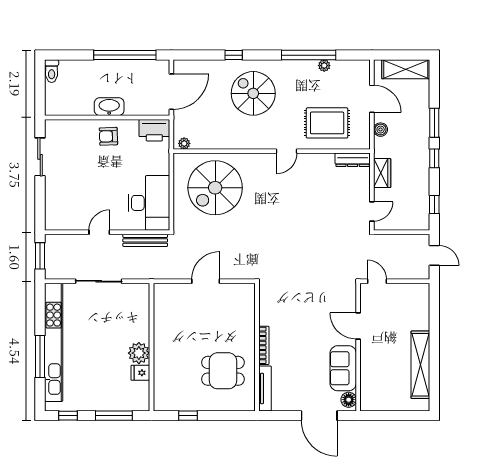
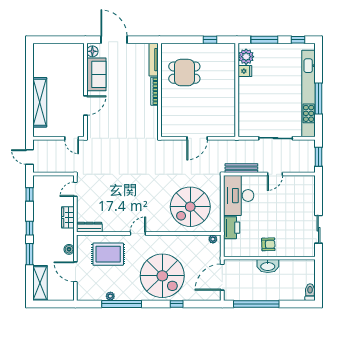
shelving: (406, 69) -> (40, 283), moved, turned 90
spiral stairs: (253, 93) -> (162, 276), width x1.37, depth x1.37
printer: (154, 130) -> (232, 228), moved, turned 90
spiral stairs: (215, 188) -> (190, 207), turned 180
door: (358, 326) -> (85, 105), hinge flipped
plant: (139, 353) -> (246, 57), moved
window: (40, 356) -> (318, 98), moved
shelving: (420, 365) -> (40, 102), moved

